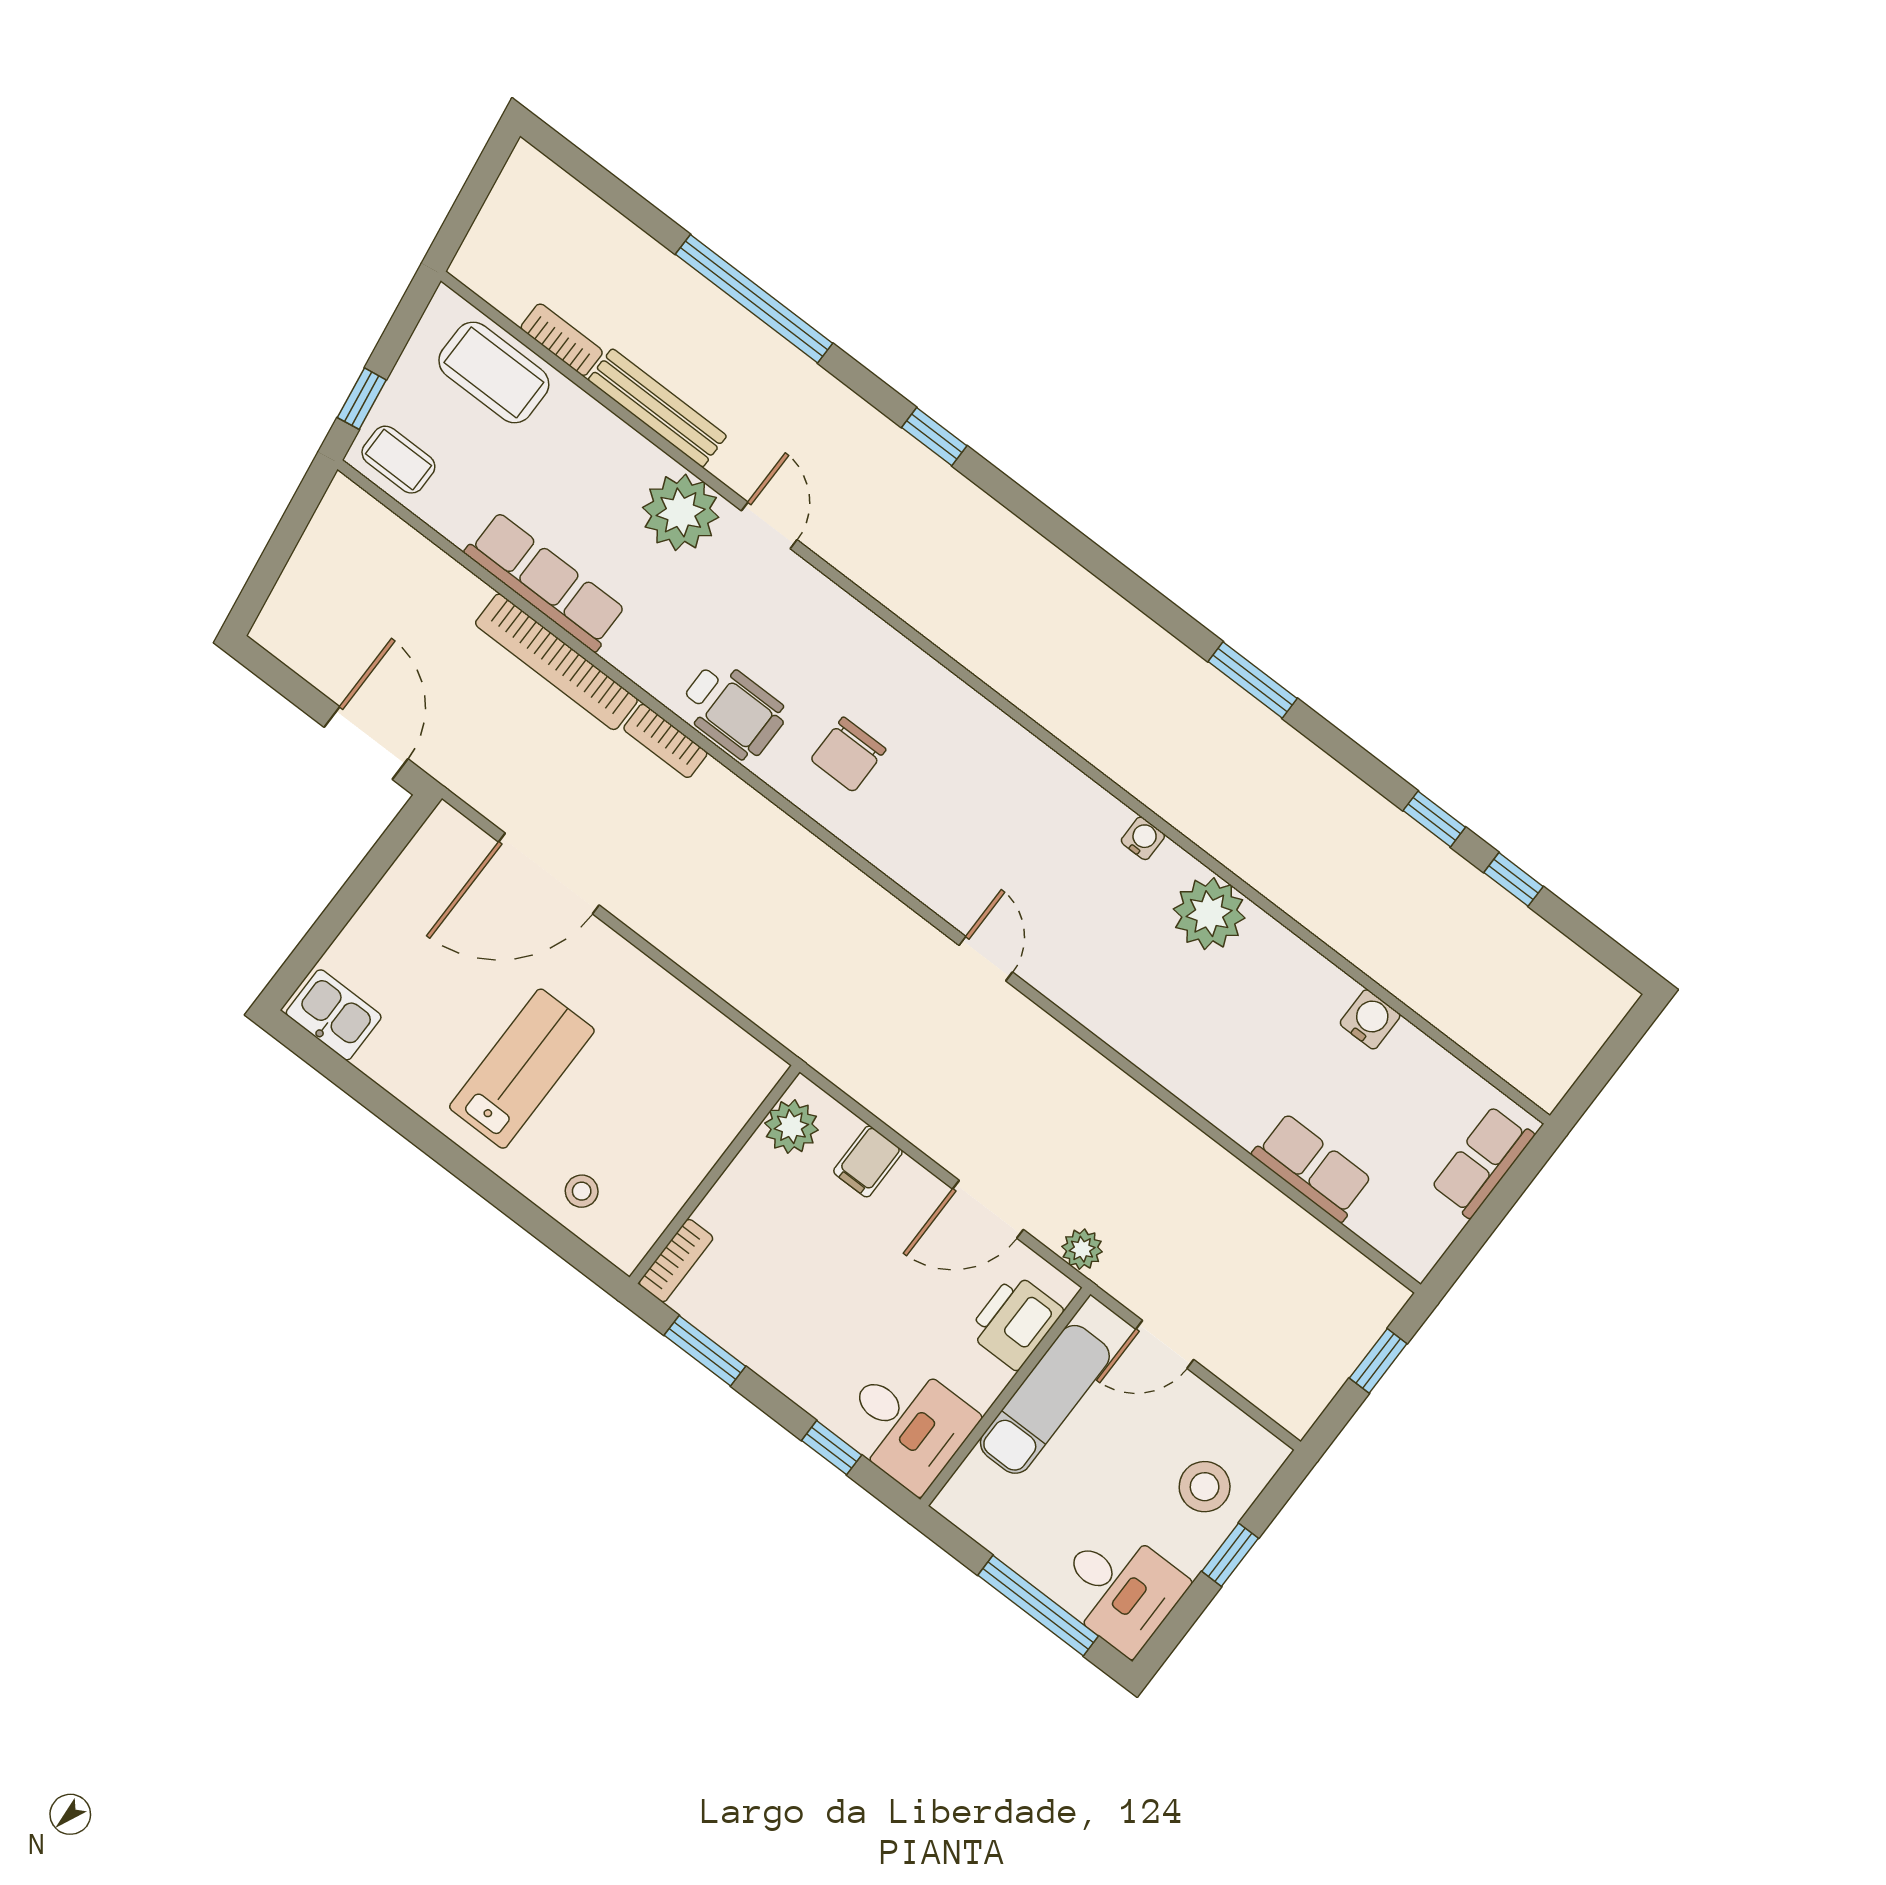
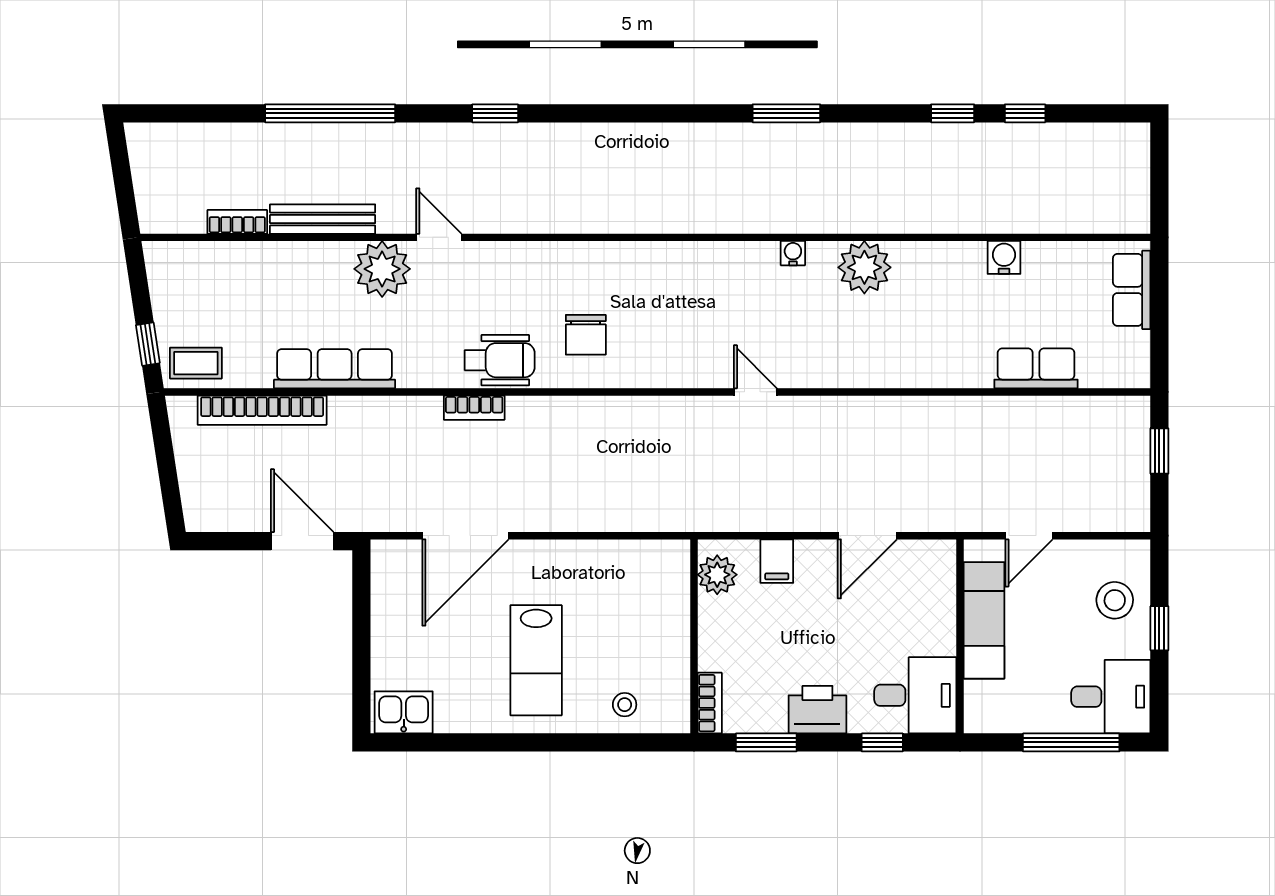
coffee table: (494, 372) -> (213, 271), removed
bookcase: (556, 662) -> (262, 410), moved
lab bench: (522, 1069) -> (536, 660), turned 180
plant: (1082, 1249) -> (939, 517), removed
printer: (1015, 1321) -> (817, 710), moved, turned 90

